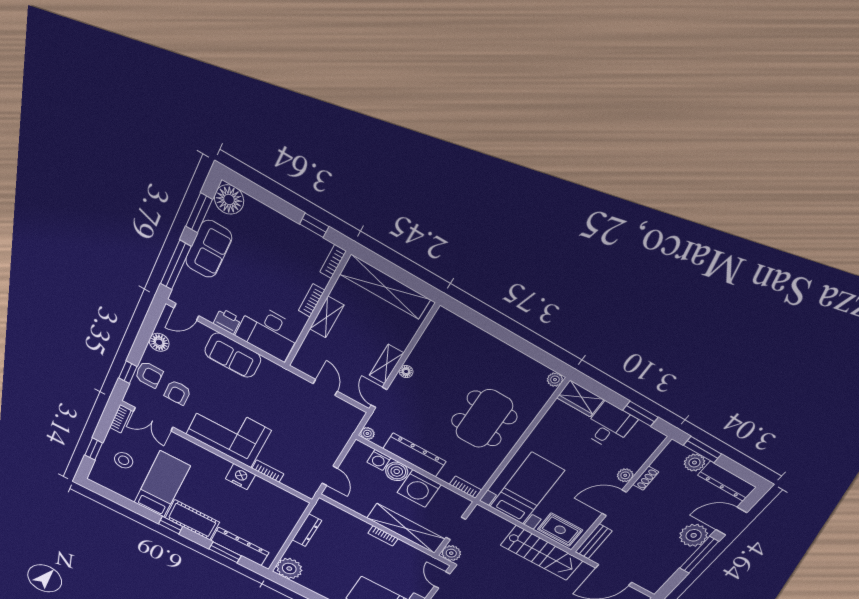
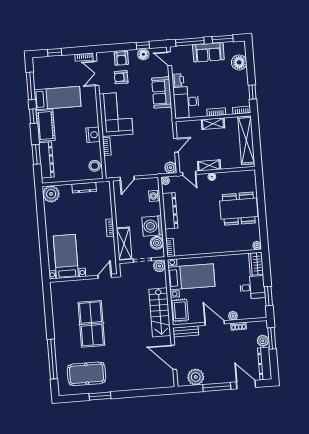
floor lamp: (229, 199) -> (239, 62), moved
window: (128, 372) -> (143, 45), moved
door: (379, 397) -> (189, 173), swing flipped
plant: (353, 415) -> (170, 168), added
dining table: (484, 419) -> (239, 209), moved
stool: (124, 460) -> (95, 166), moved
boiler: (397, 471) -> (157, 243), moved
window: (126, 503) -> (31, 86), added
shelving: (406, 529) -> (124, 244), width x0.68
plant: (694, 535) -> (196, 377), moved
plant: (451, 553) -> (159, 266), moved

